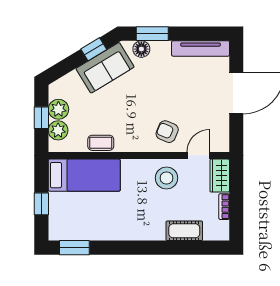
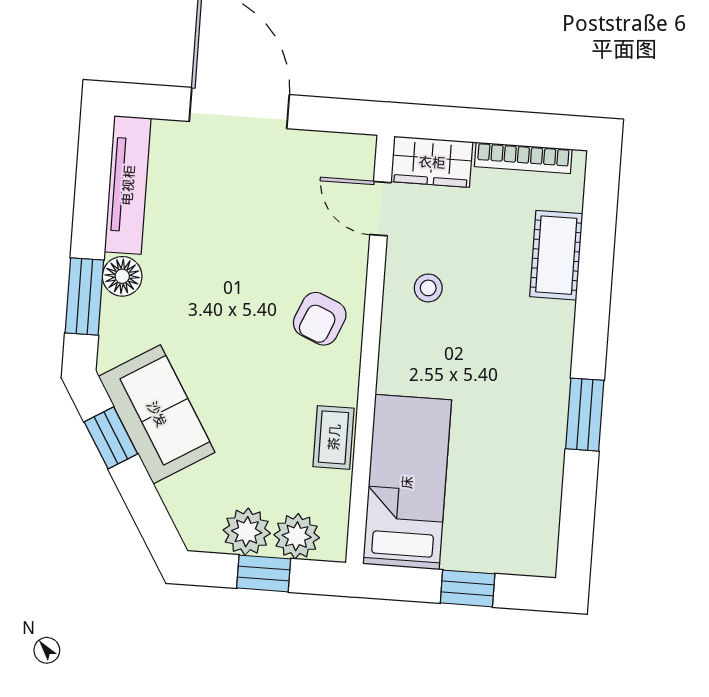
floor lamp: (141, 49) -> (122, 276), moved
armchair: (167, 132) -> (320, 319), moved
stool: (167, 178) -> (428, 288), width x0.53, depth x0.53
bookcase: (224, 207) -> (523, 158), width x1.56
window: (74, 248) -> (585, 415), moved

